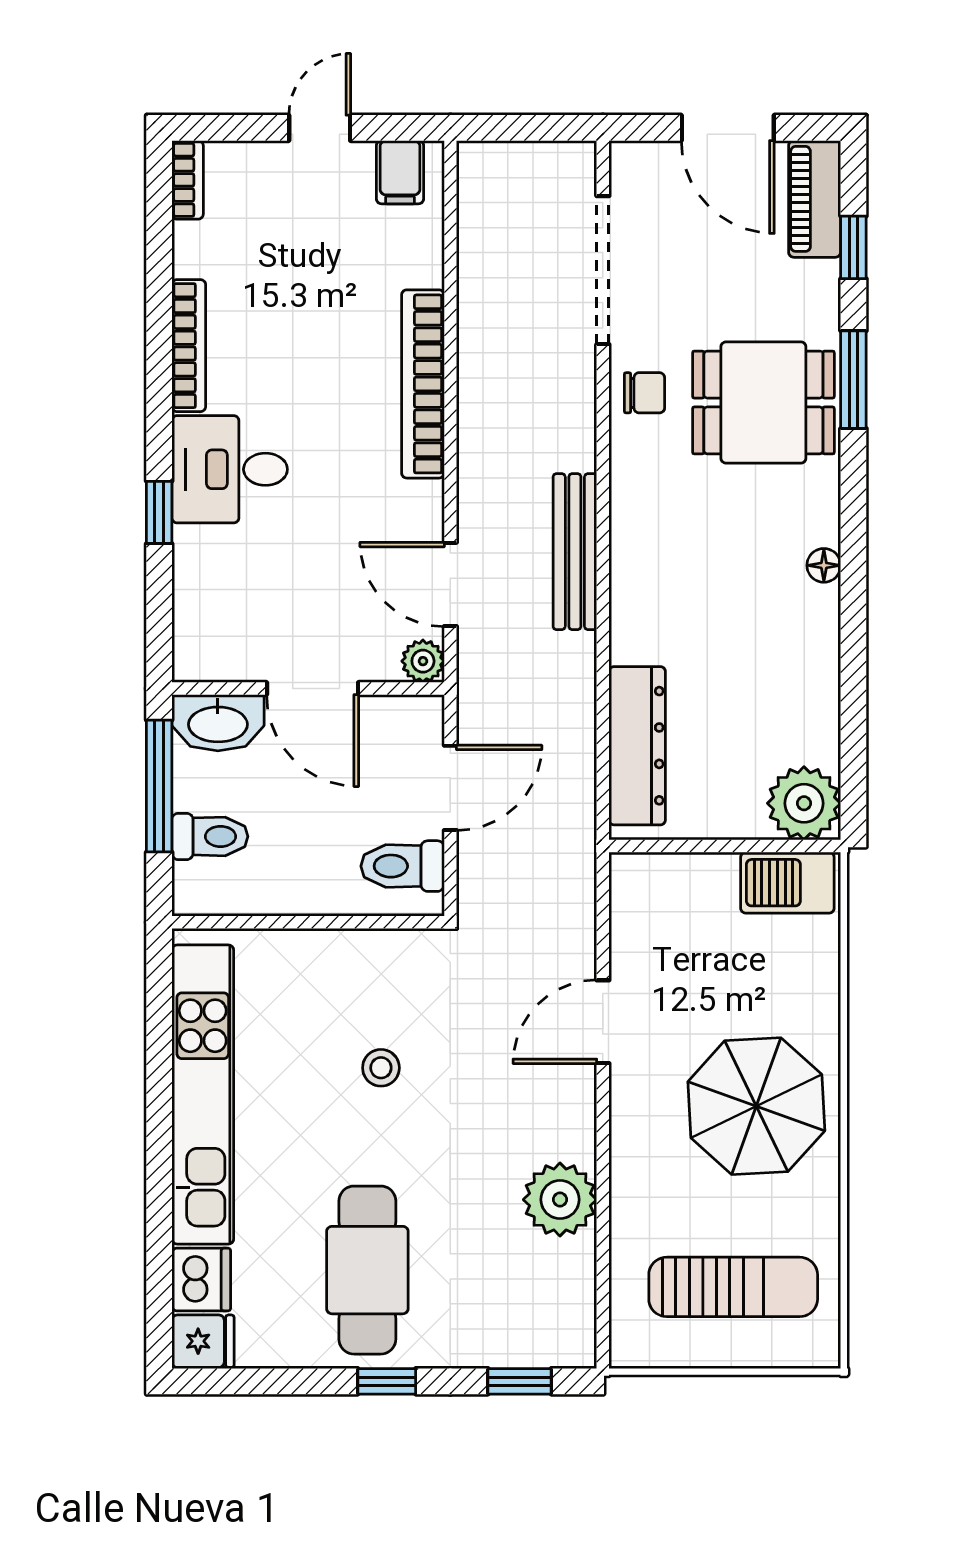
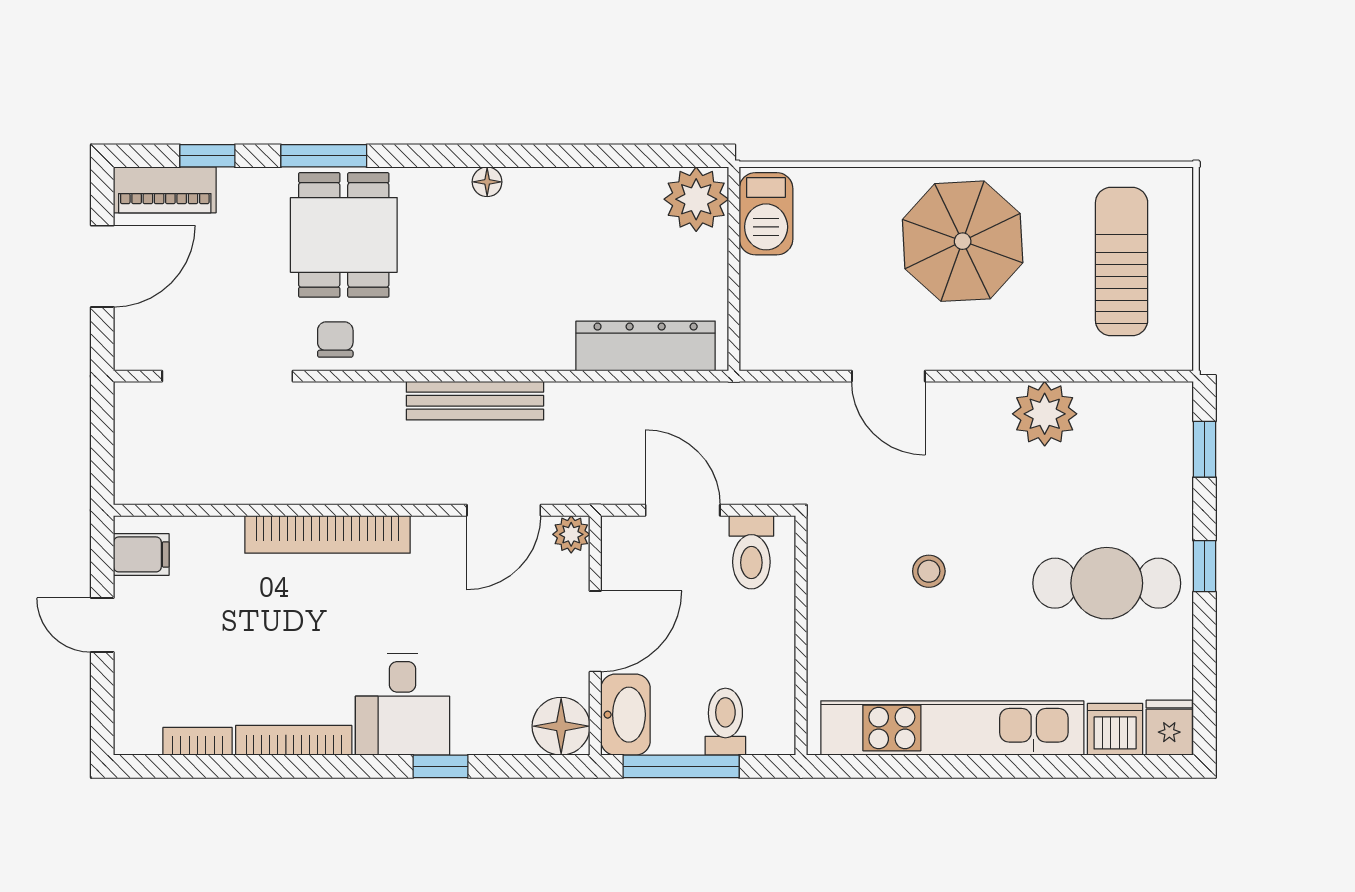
bookcase: (188, 180) -> (198, 741), moved
floor lamp: (205, 650) -> (561, 726), added

